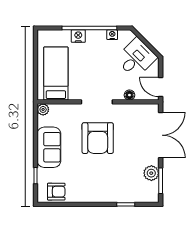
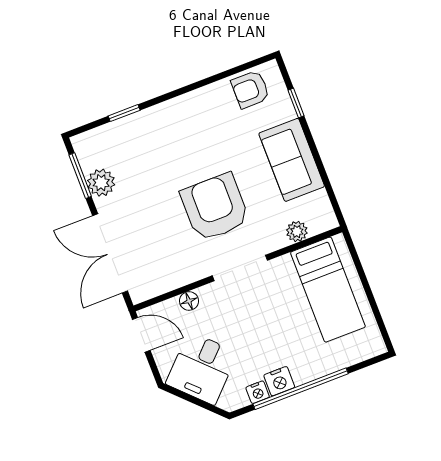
nightstand: (78, 36) -> (279, 381), moved
plant: (43, 109) -> (297, 231), moved

